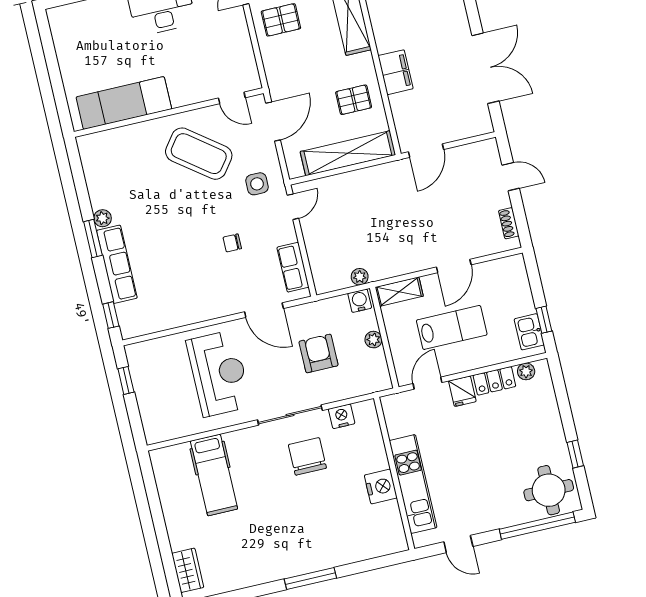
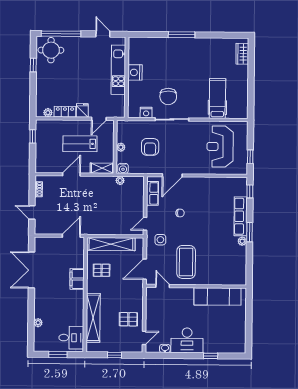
coffee table: (199, 154) -> (186, 262), turned 53
door: (264, 310) -> (172, 175), swing flipped
kitchen sink: (529, 332) -> (41, 132), removed
reception desk: (219, 373) -> (220, 146), moved

